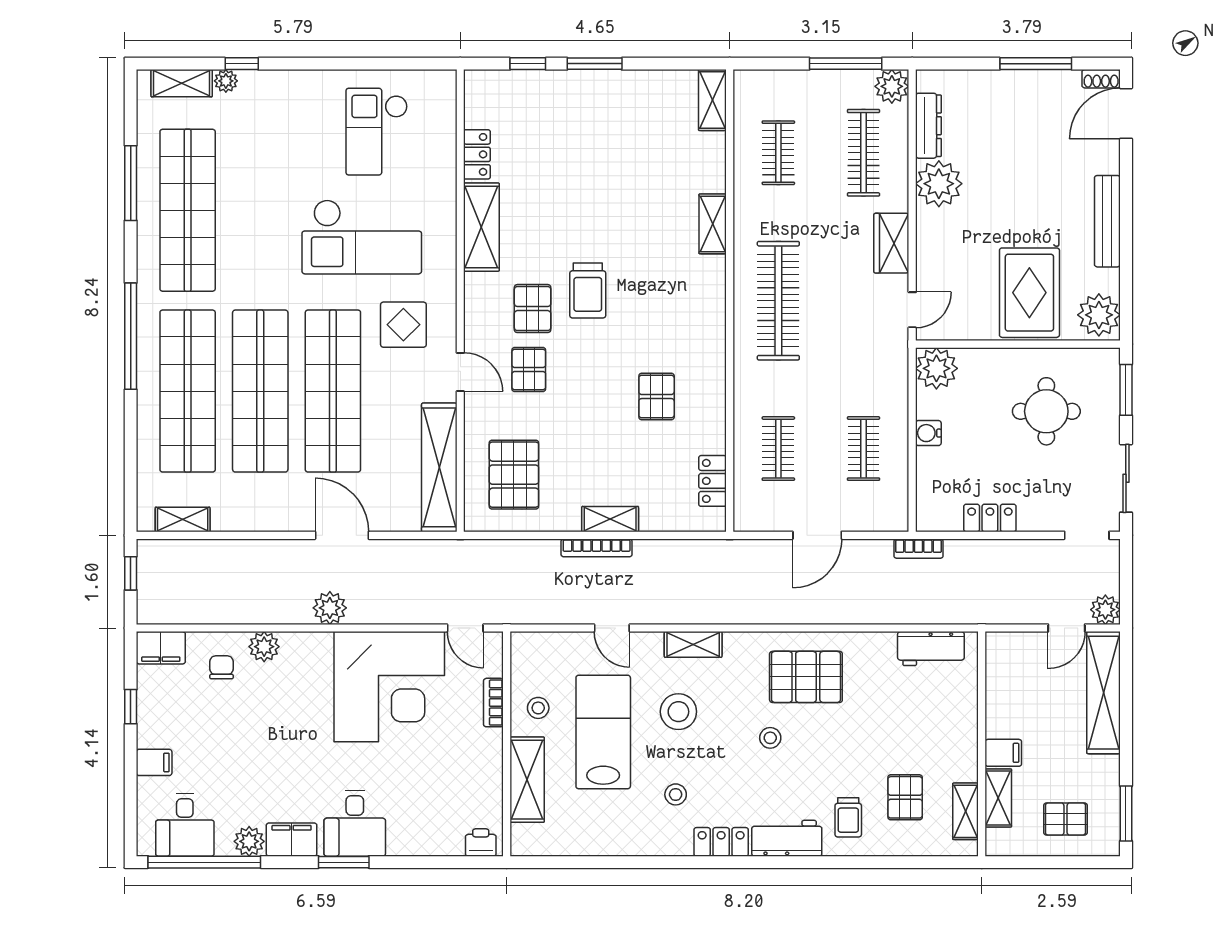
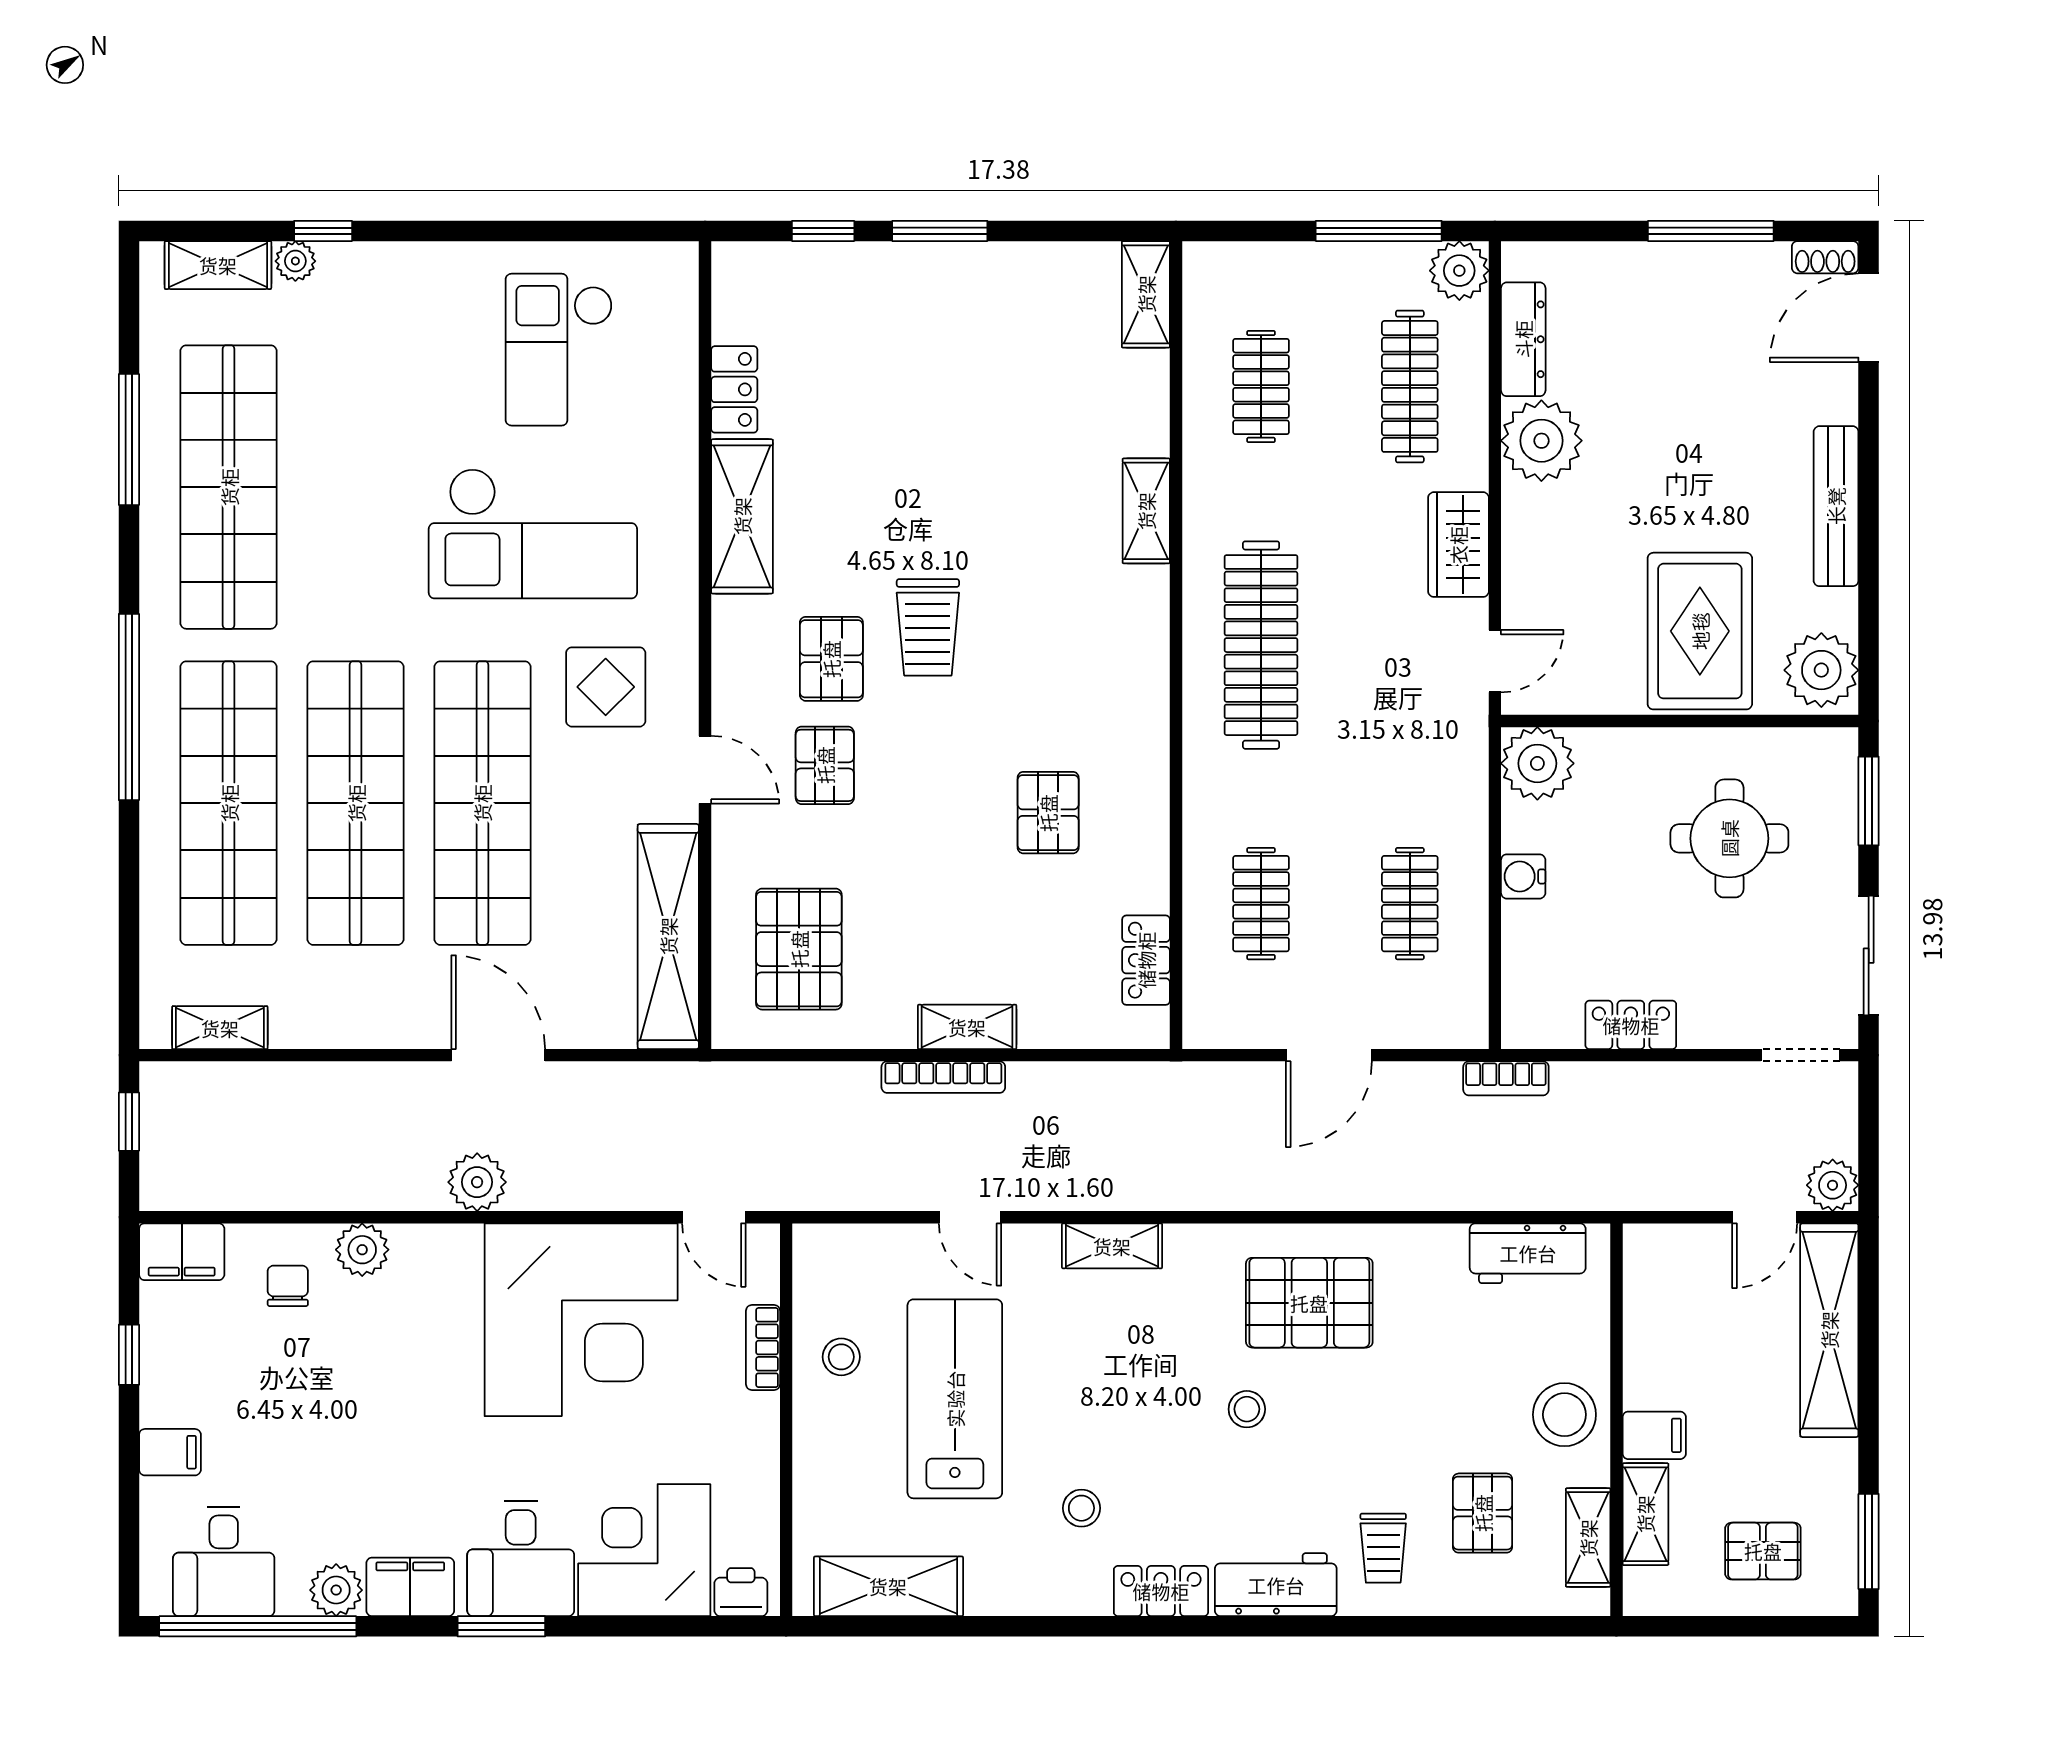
stool: (678, 712) -> (1564, 1415), moved
shelving: (527, 780) -> (888, 1586), moved, turned 90
corner desk: (425, 818) -> (644, 1550), added

